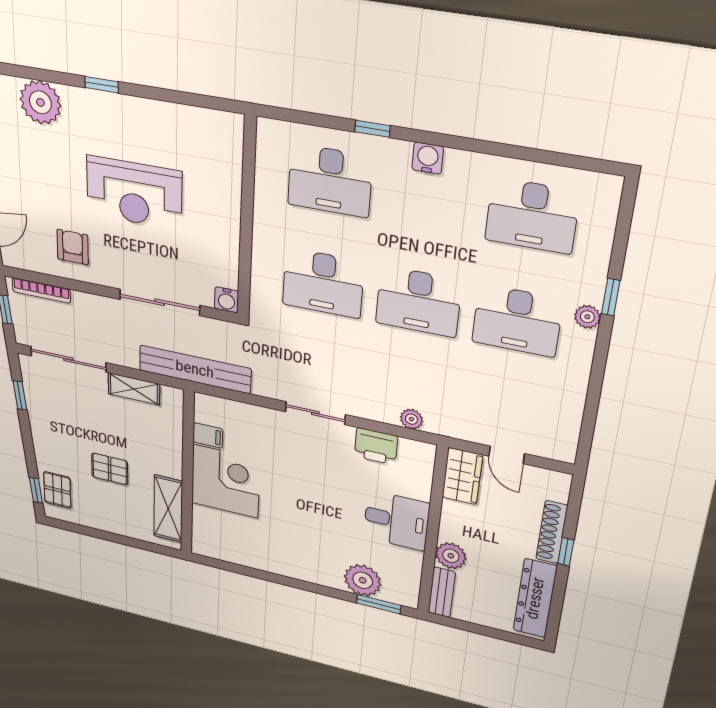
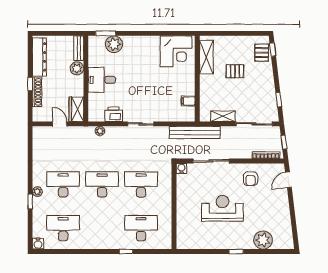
water cooler: (428, 158) -> (38, 244), moved
corner desk: (226, 481) -> (176, 51), moved, turned -90

